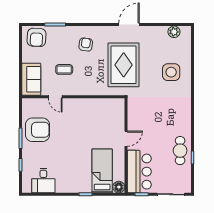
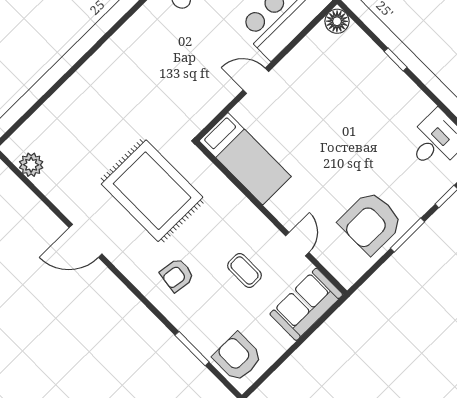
armchair: (37, 37) -> (238, 357), turned -93
rug: (124, 65) -> (152, 191), turned 90
side table: (171, 72) -> (94, 111), removed
armchair: (37, 130) -> (371, 222), turned -90
bed: (102, 171) -> (245, 159), moved, turned -90

